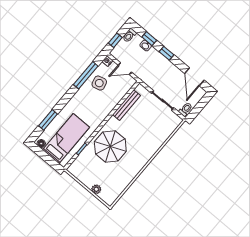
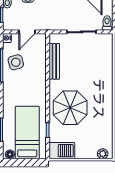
barbecue: (79, 171) -> (62, 151), added
plant: (96, 189) -> (103, 154), moved

